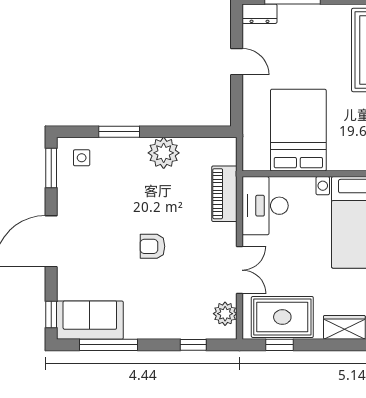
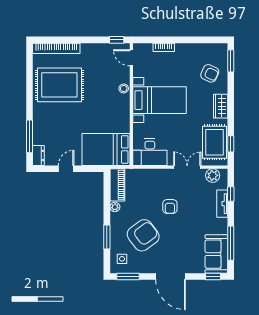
bed: (298, 130) -> (106, 149), moved
plant: (164, 153) -> (115, 207), width x0.53, depth x0.53
armchair: (122, 194) -> (143, 235), added
piano: (224, 194) -> (117, 185), moved, turned -90
armchair: (152, 246) -> (170, 207), moved
tv unit: (177, 330) -> (222, 204), added

